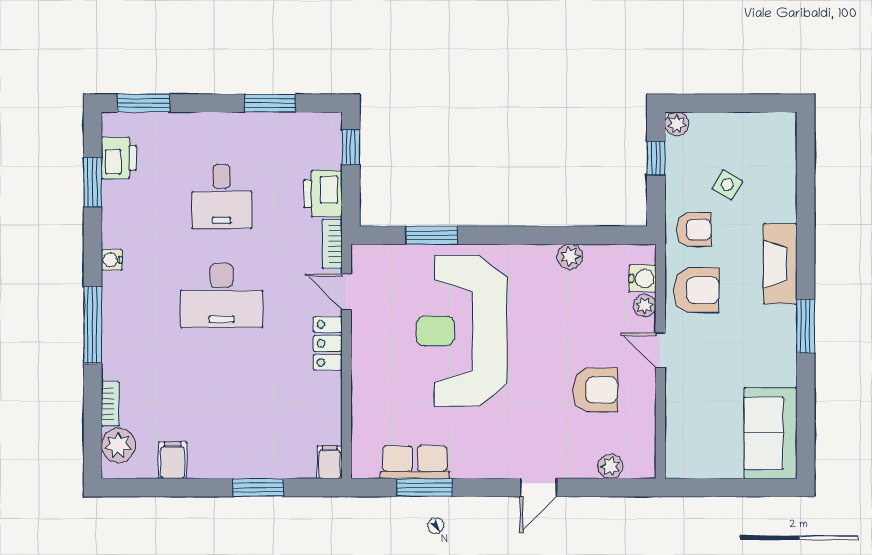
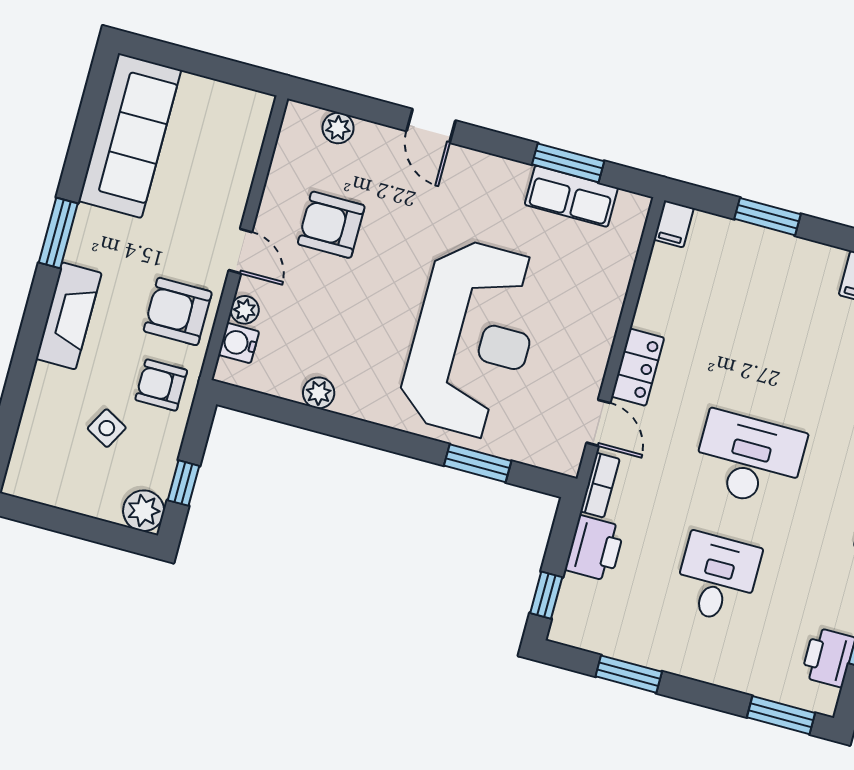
plant: (677, 124) -> (144, 511), width x1.38, depth x1.38
sofa: (771, 433) -> (130, 136), width x1.36
door: (539, 488) -> (431, 126), swing flipped

